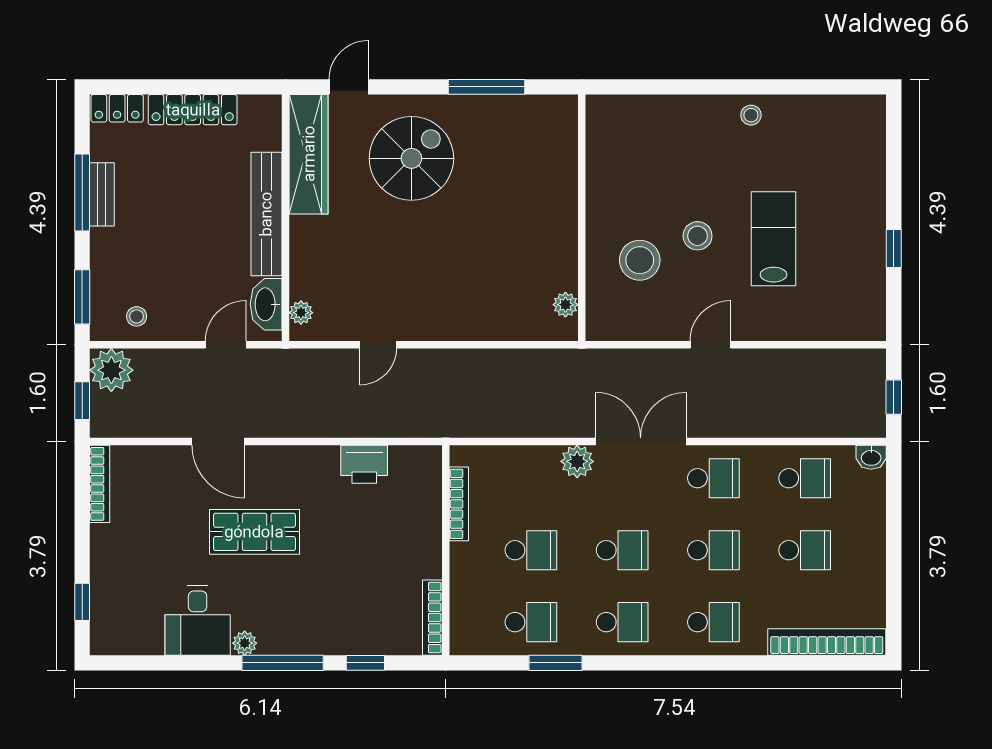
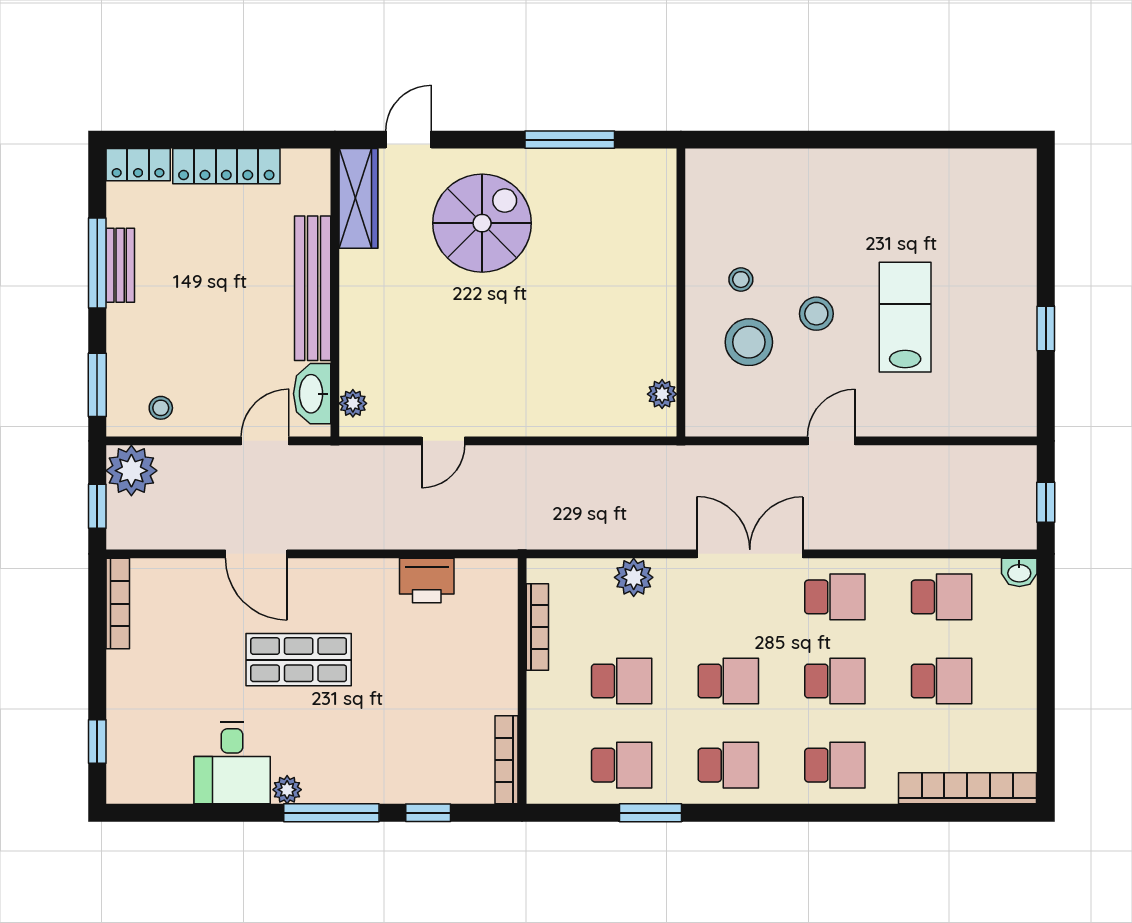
stool: (751, 115) -> (741, 280), moved
wardrobe: (309, 154) -> (358, 198), width x0.71, depth x0.85
plant: (577, 461) -> (634, 577), moved

